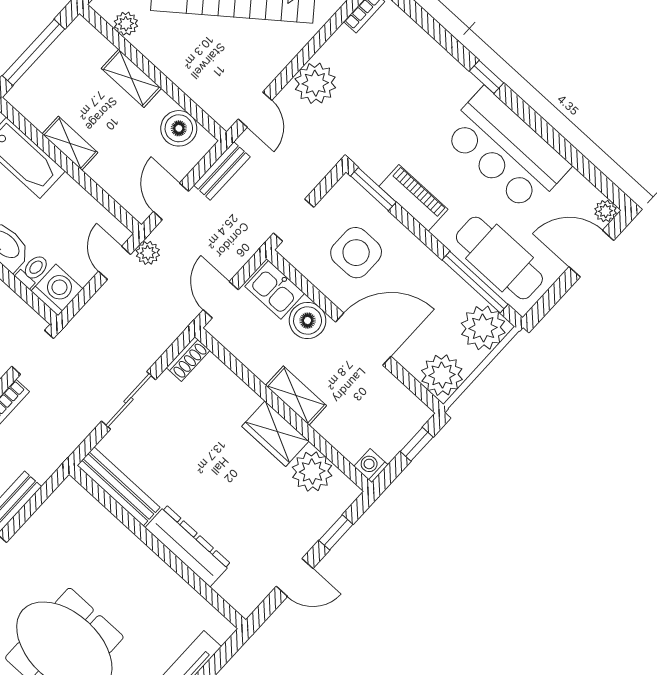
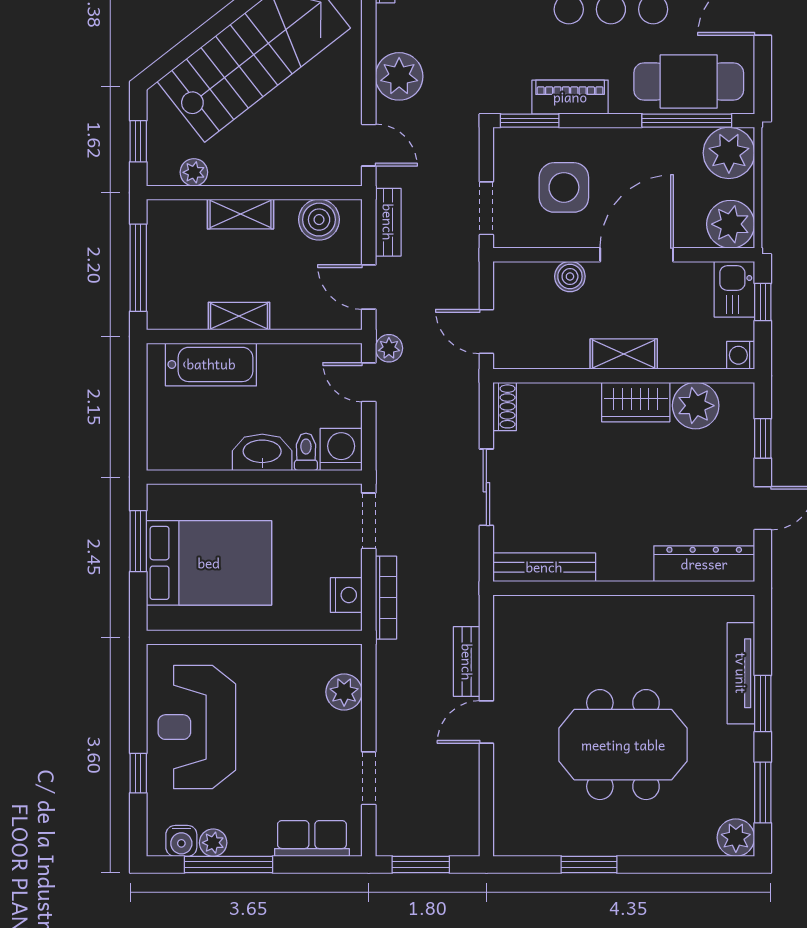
kitchen sink: (275, 290) -> (734, 289), moved, turned 90
boiler: (308, 321) -> (570, 276), width x0.73, depth x0.73
dresser: (188, 546) -> (704, 564), moved

